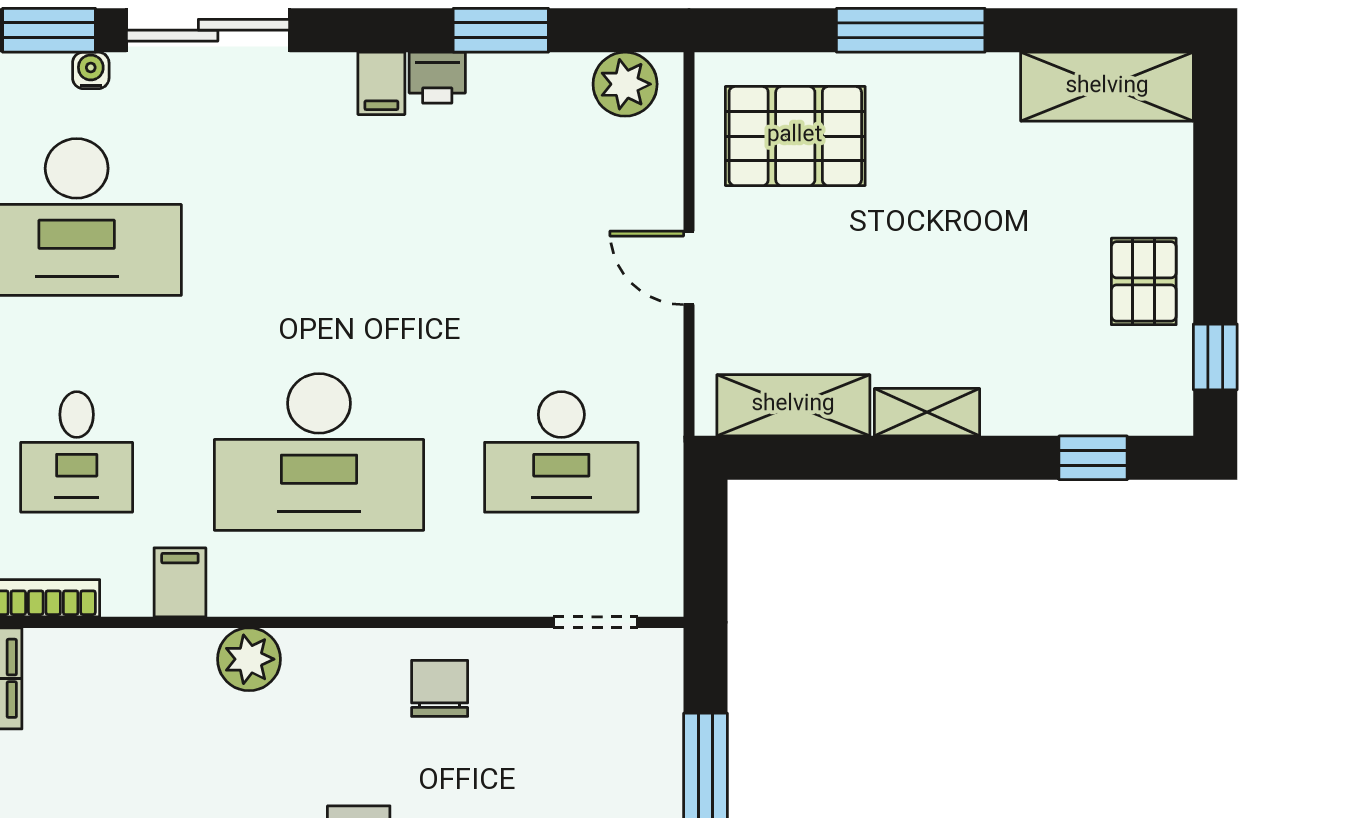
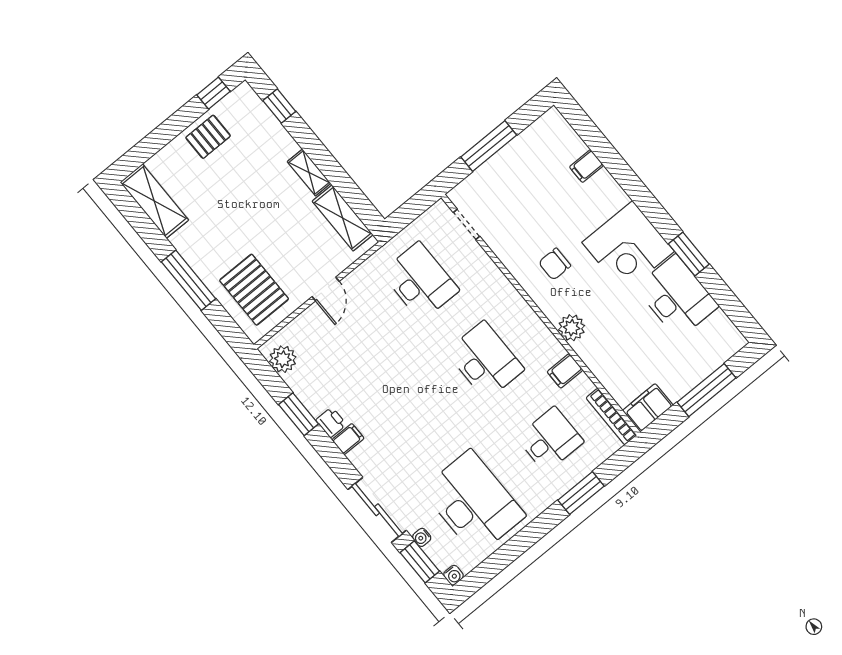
desk: (319, 452) -> (485, 360), width x0.73, depth x0.77
chair: (440, 688) -> (555, 264), moved

